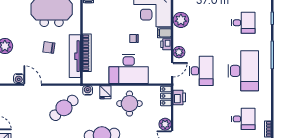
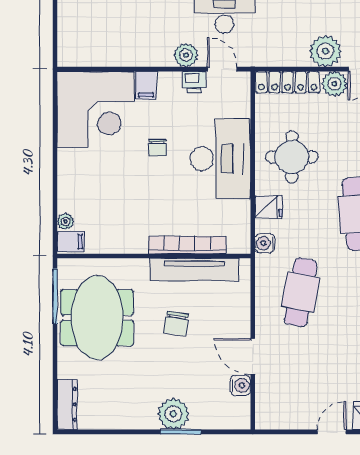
plant: (181, 20) -> (325, 51), moved
printer: (166, 44) -> (194, 82), moved
door: (33, 85) -> (253, 357), hinge flipped
locker: (166, 96) -> (288, 82), width x1.53
printer: (179, 97) -> (279, 54), removed
cafe table: (64, 108) -> (301, 292), turned 50

